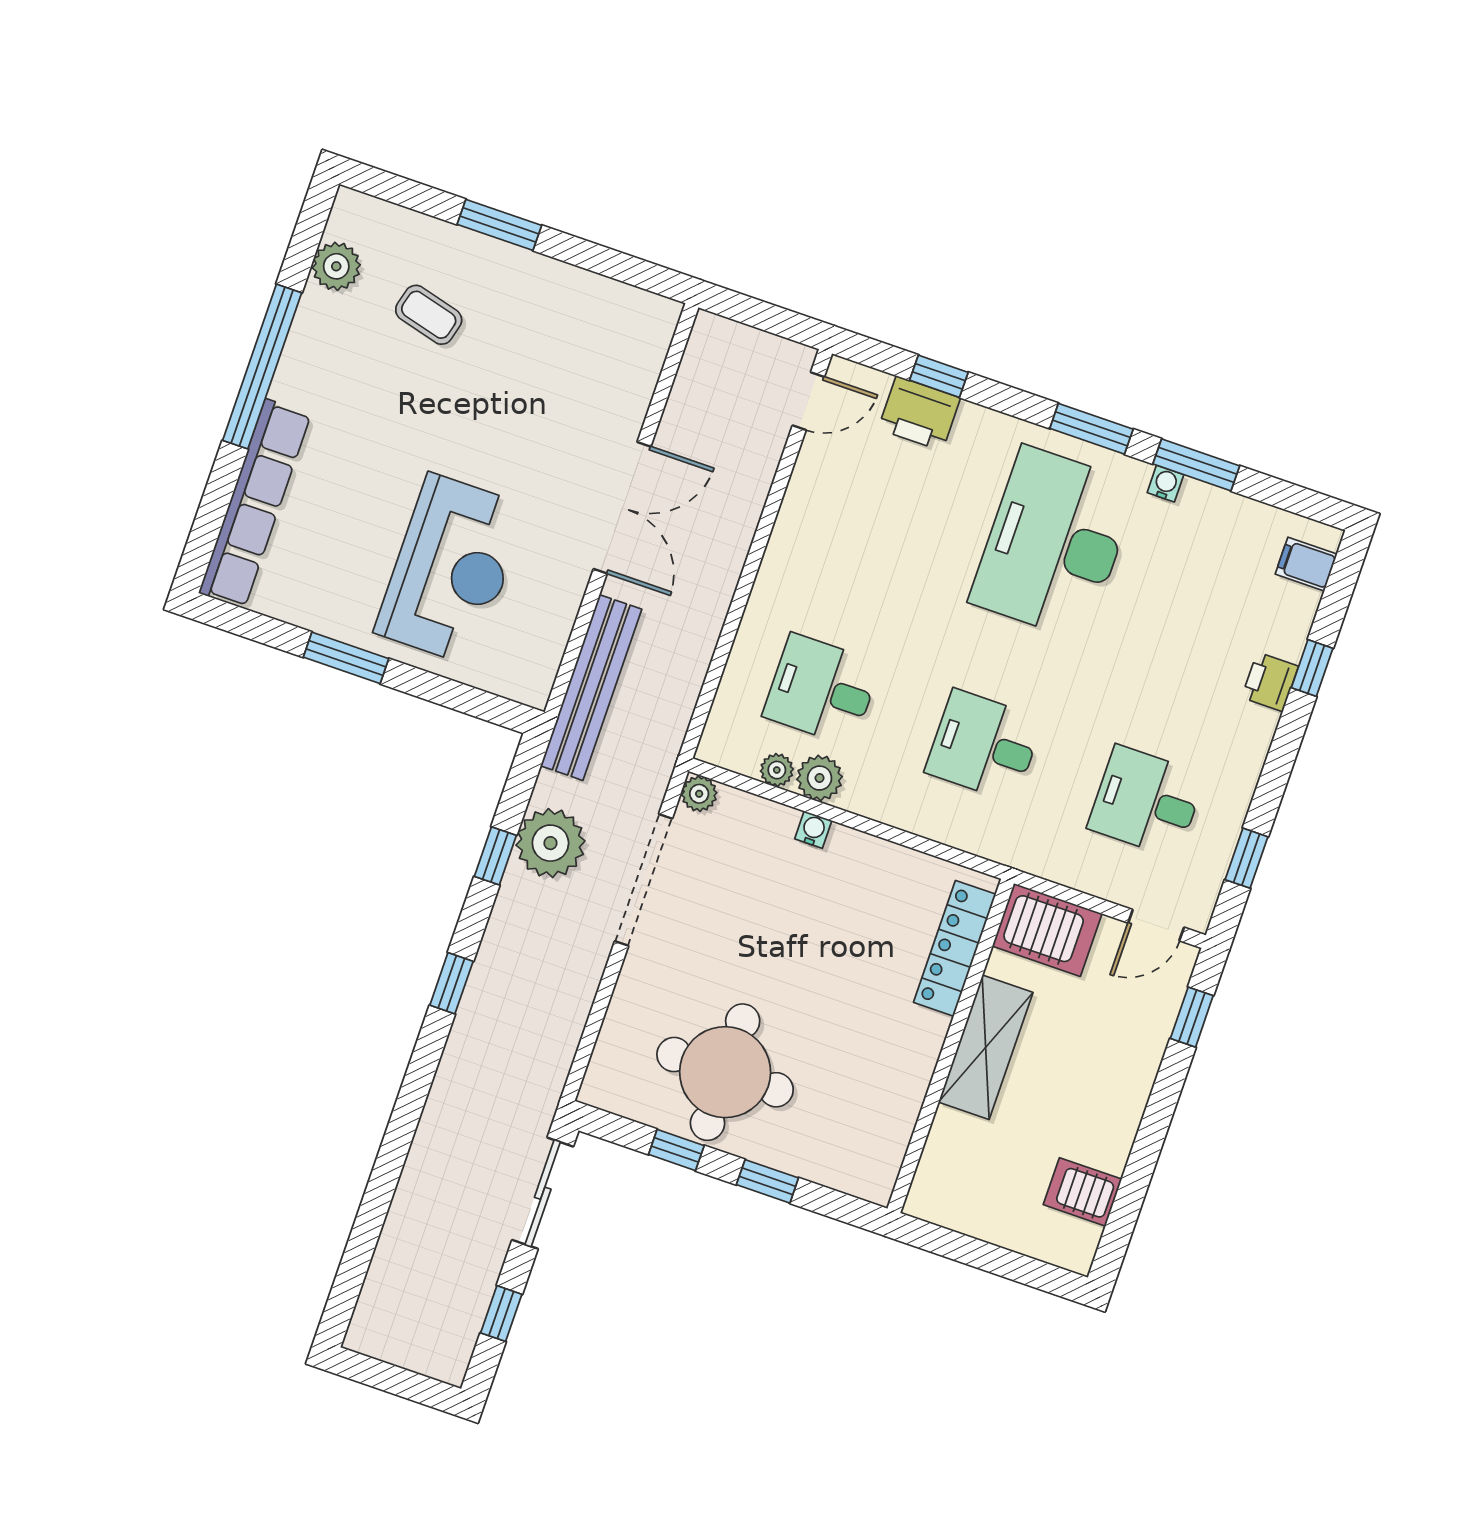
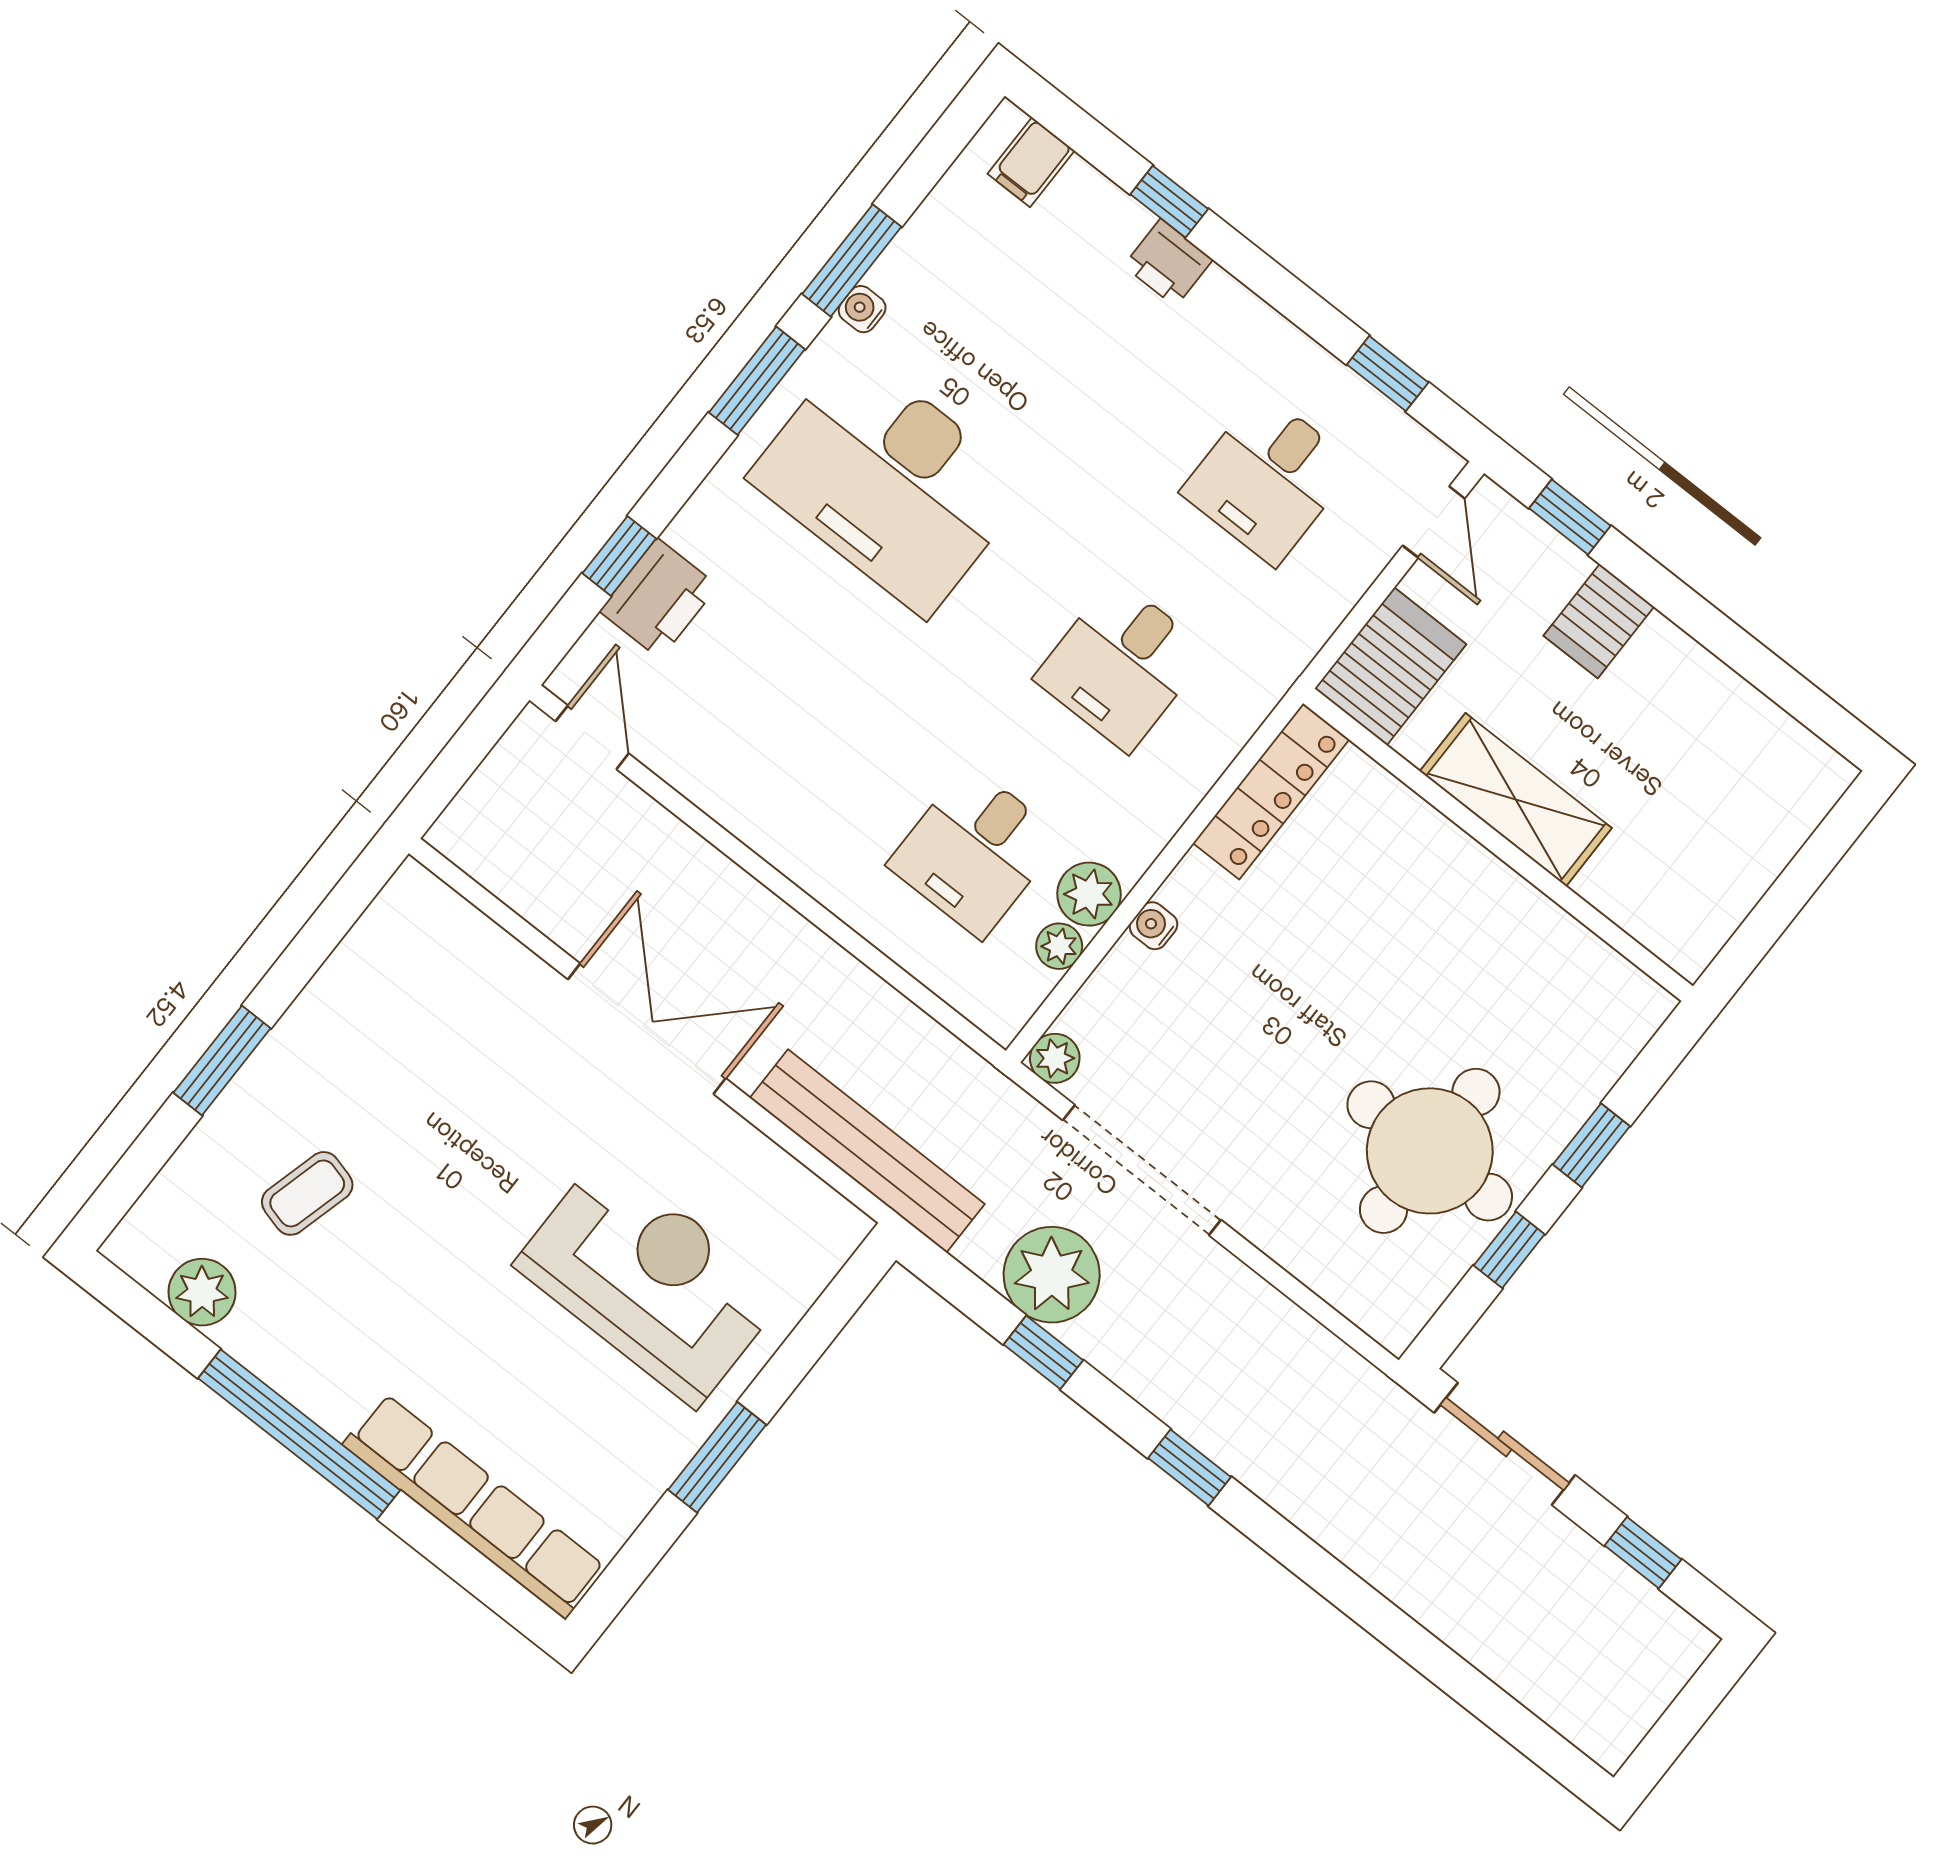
locker: (955, 948) -> (1271, 791), moved, turned -90
server rack: (1083, 1192) -> (1599, 621), moved

